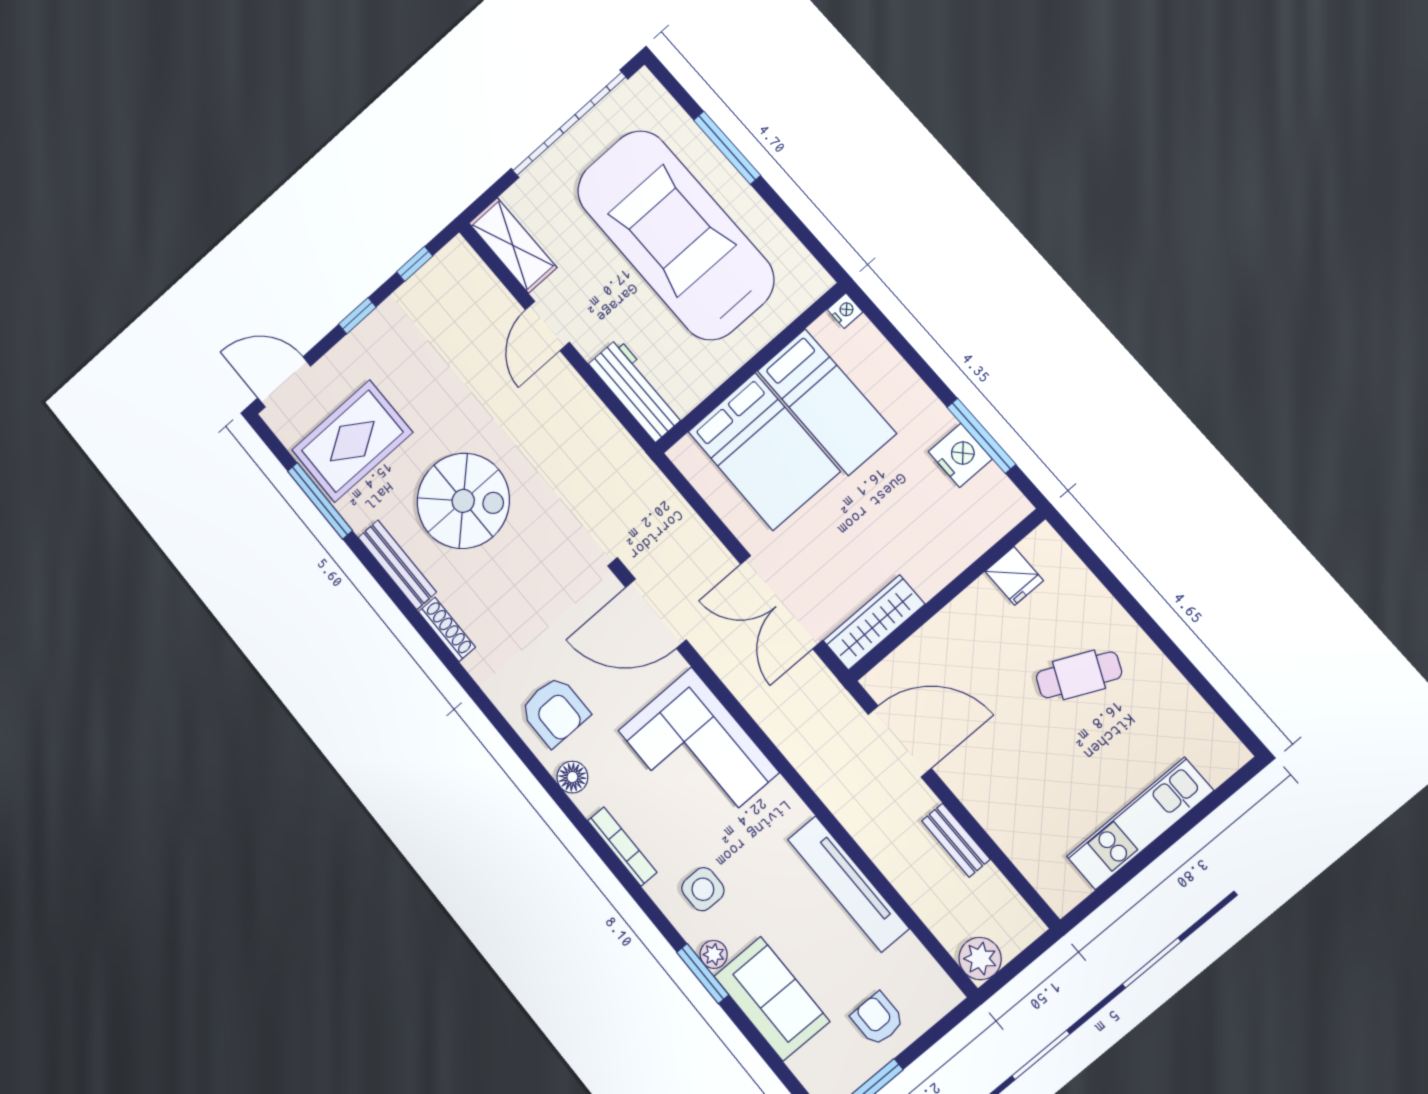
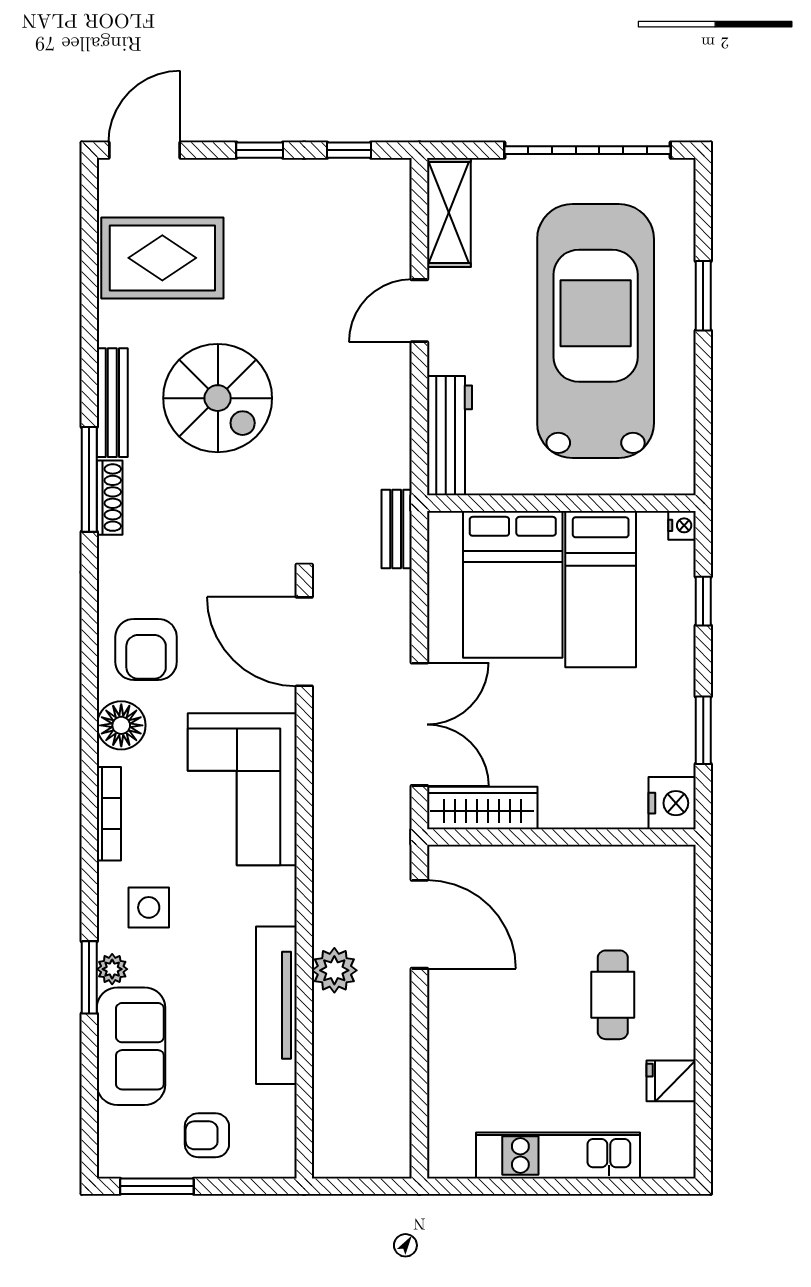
window: (727, 148) -> (703, 296), width x0.69
window: (904, 348) -> (703, 601), added
door: (284, 382) -> (144, 150), hinge flipped
window: (981, 436) -> (703, 730), width x0.69
nightstand: (960, 455) -> (672, 803), moved
window: (320, 501) -> (89, 479), moved
fridge: (1014, 576) -> (671, 1081), moved, turned 90
double door: (781, 602) -> (419, 724), swing flipped
cafe table: (1079, 675) -> (613, 995), turned 65
floor lamp: (572, 777) -> (121, 725), width x1.38, depth x1.38
bench: (956, 840) -> (397, 529), moved
plant: (980, 959) -> (334, 970), moved
armchair: (877, 1019) -> (207, 1135), turned -90

